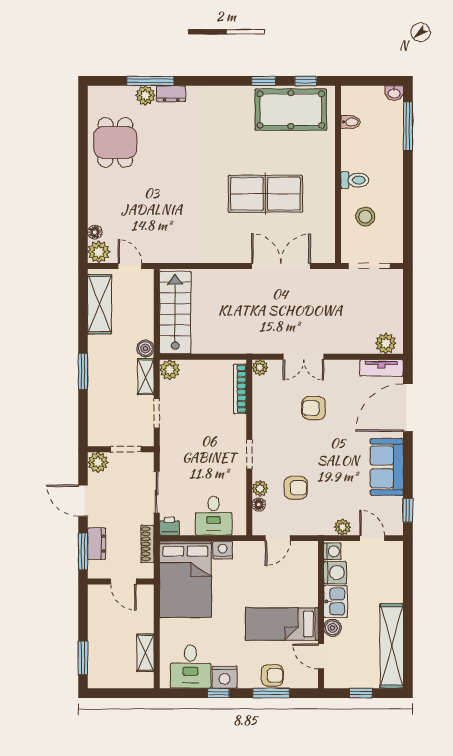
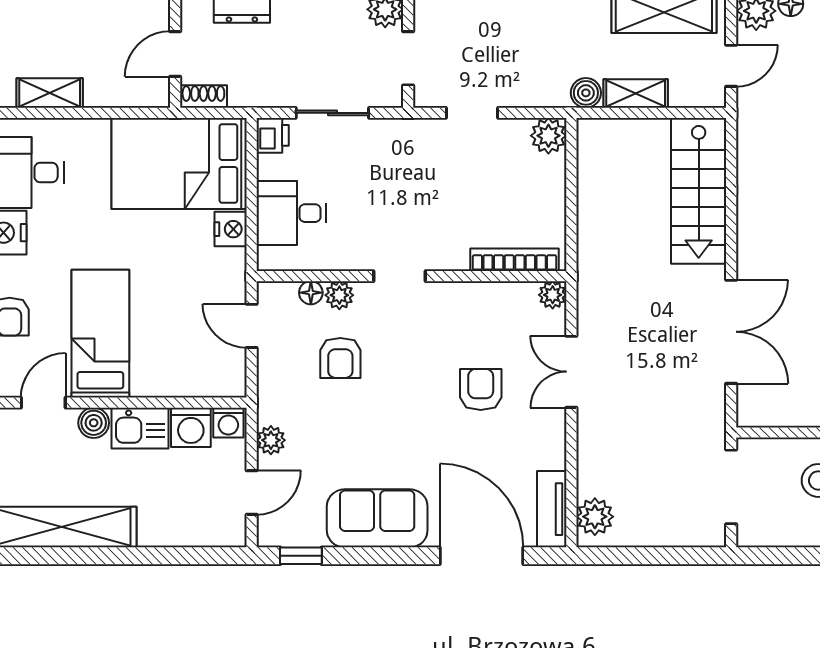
stairs: (175, 313) -> (699, 191), moved, turned 90
shelving: (146, 377) -> (636, 93), moved
shoe rack: (147, 544) -> (203, 97), moved, width x0.70

